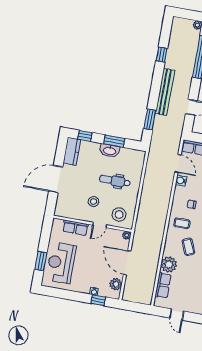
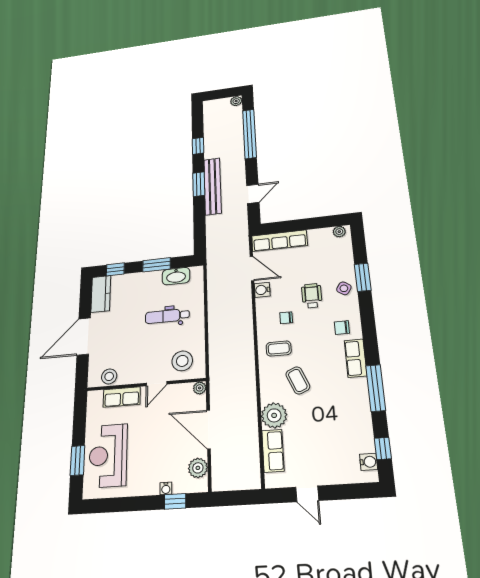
window: (150, 119) -> (199, 184), moved
washbasin: (110, 151) -> (176, 276), moved
stool: (93, 201) -> (109, 376), moved

